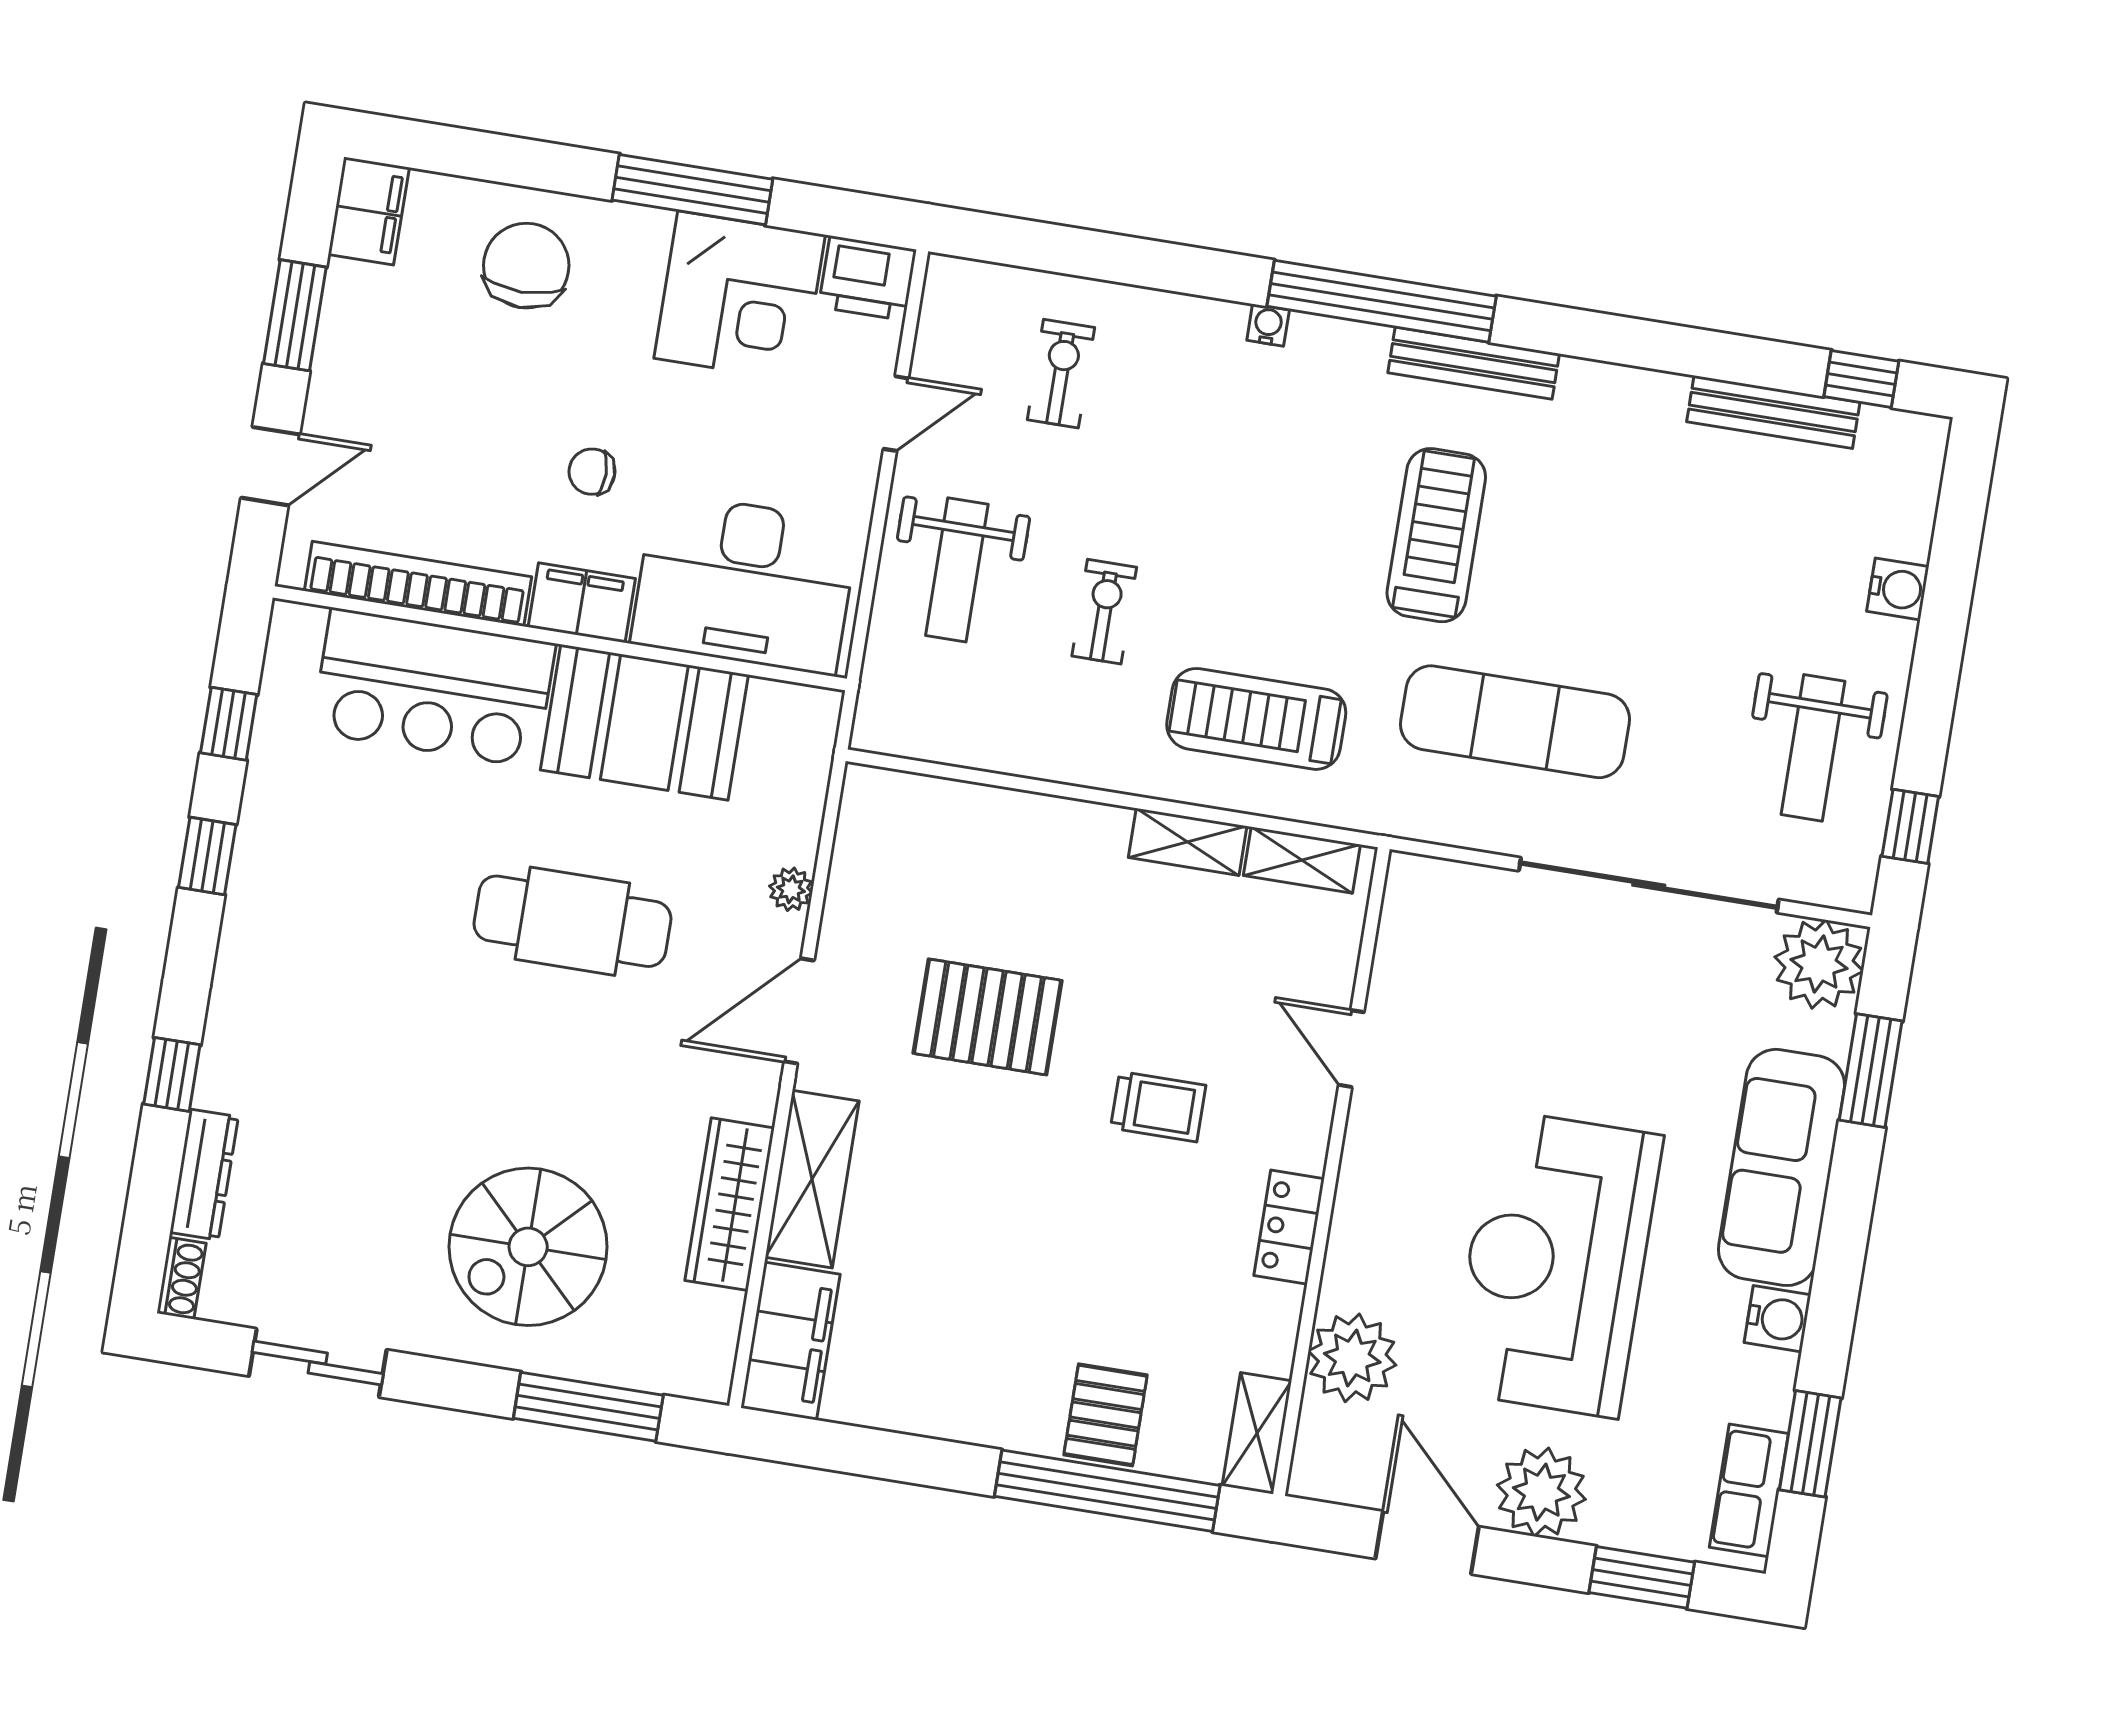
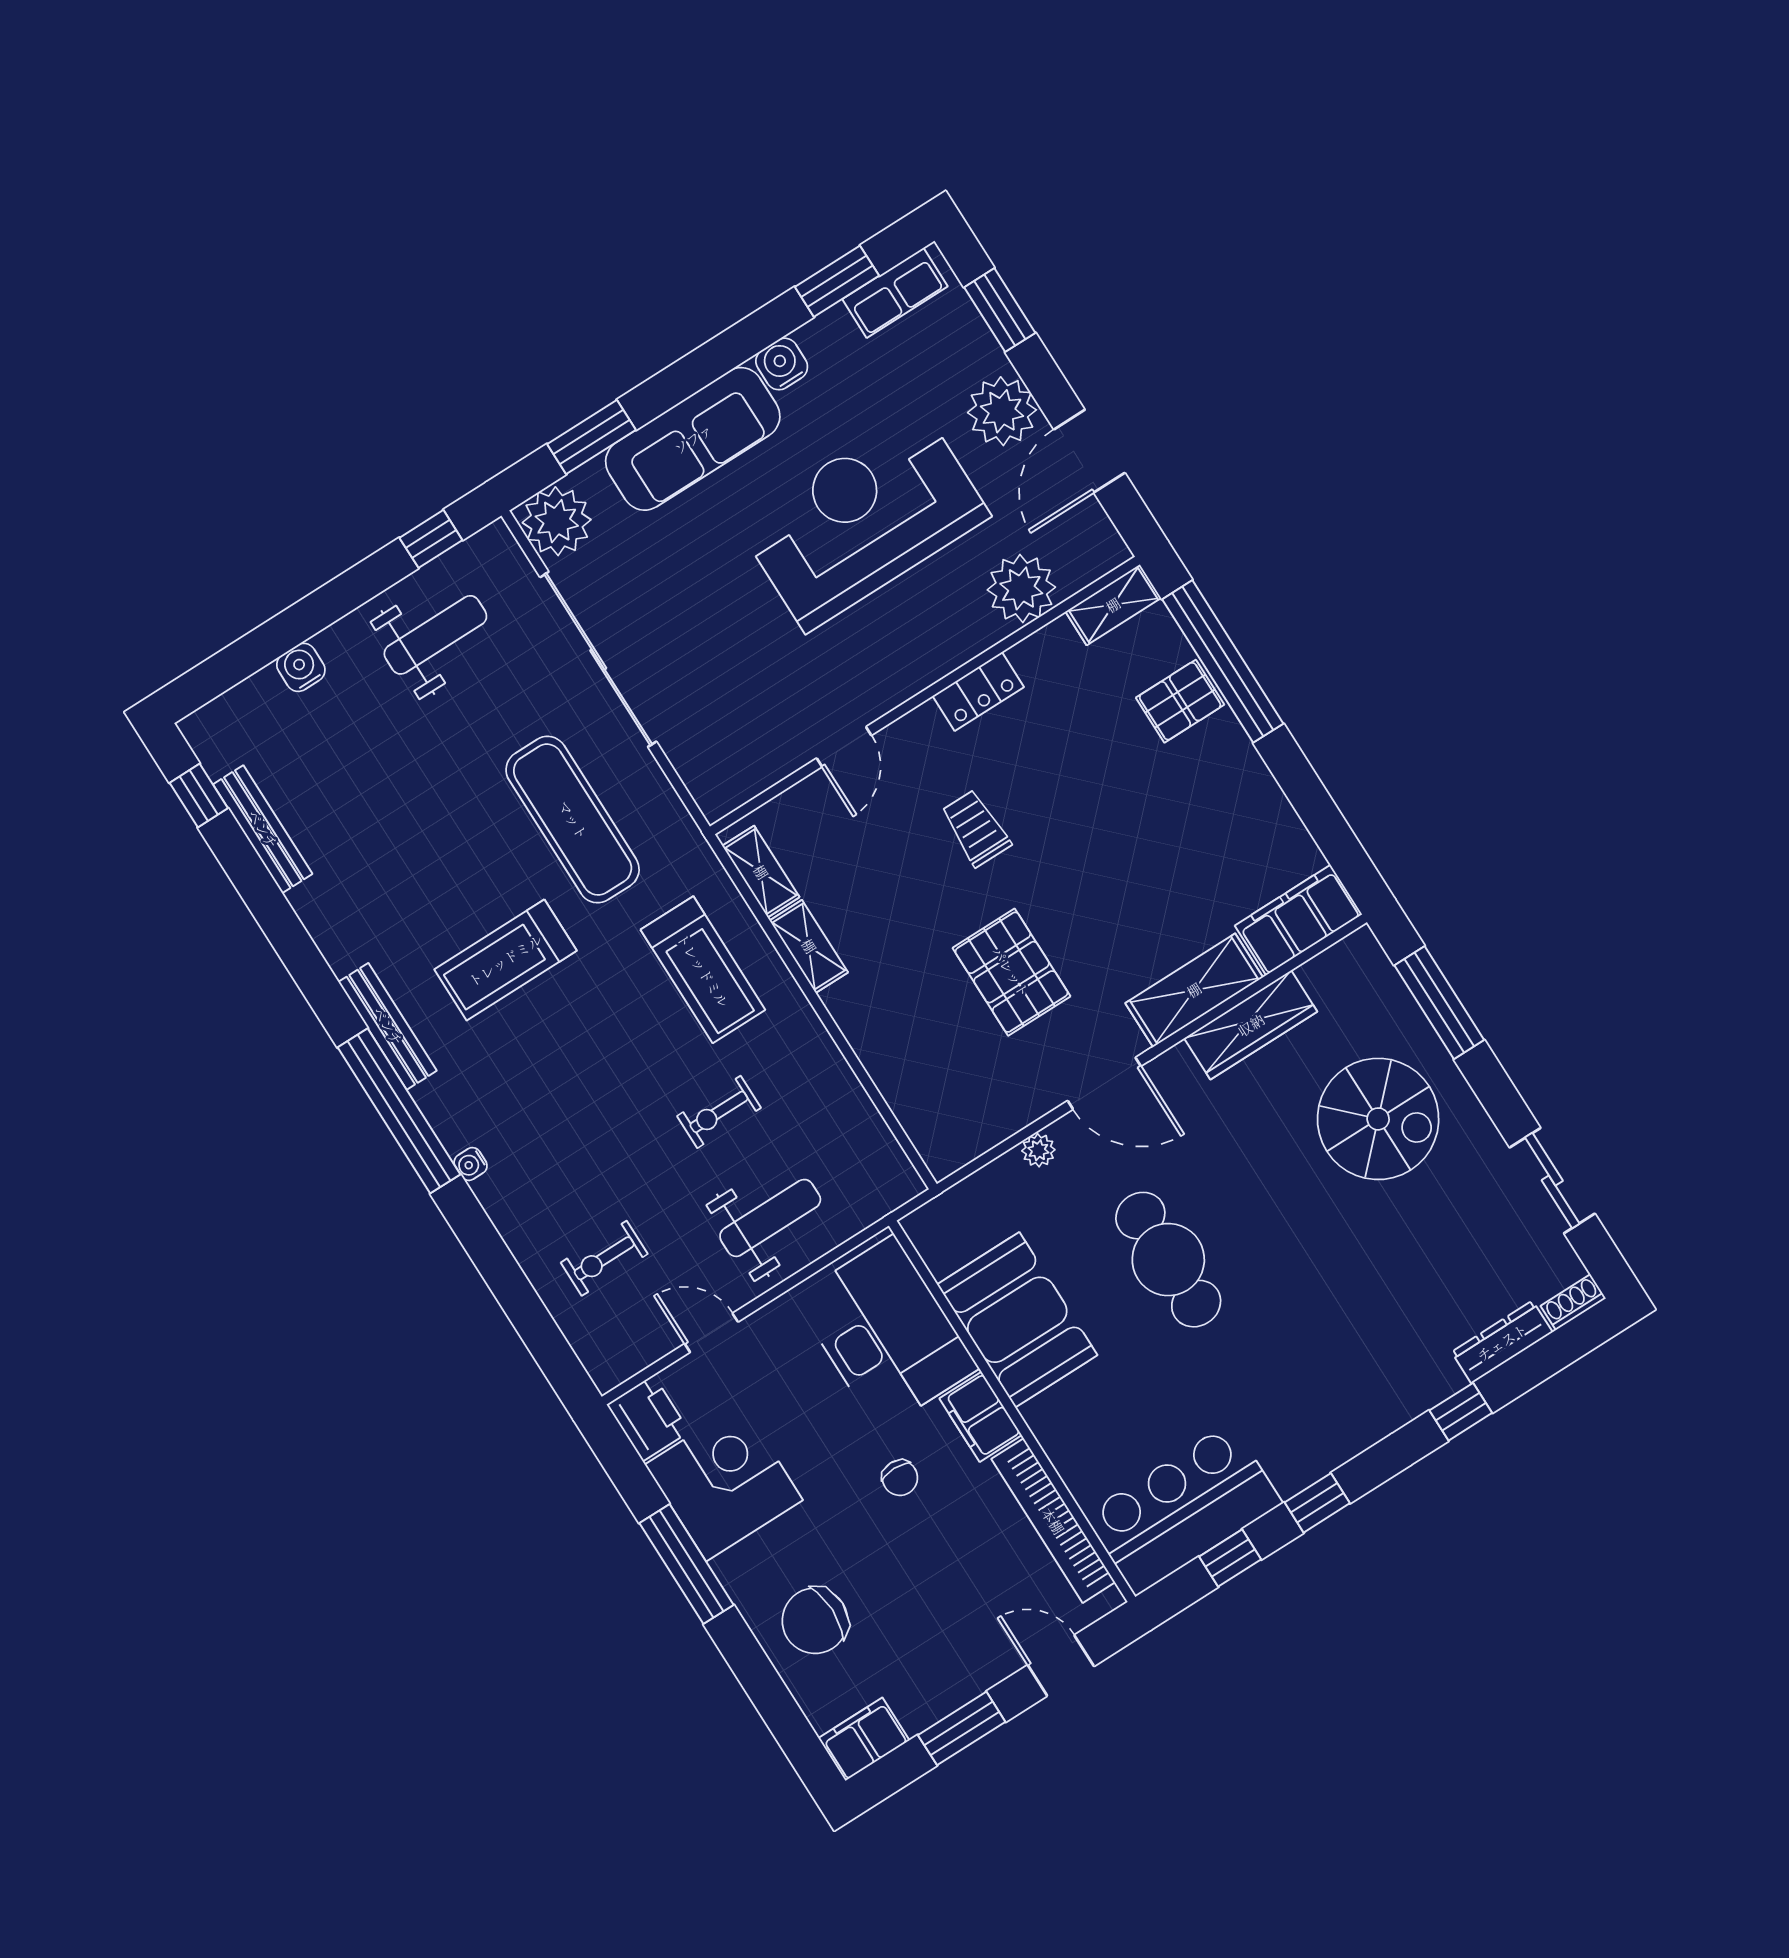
bar counter: (434, 688) -> (1183, 1509), moved, turned -90
reception desk: (1556, 1264) -> (863, 519), turned 180

